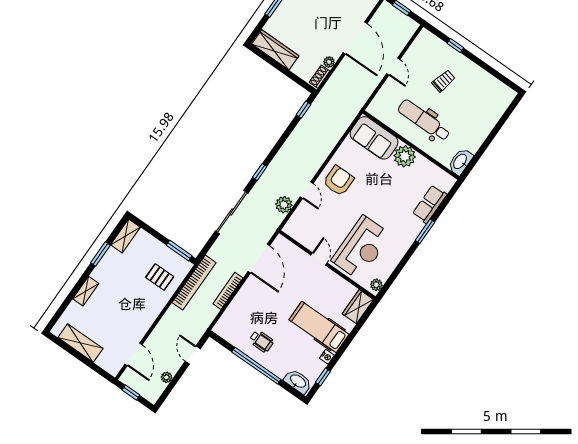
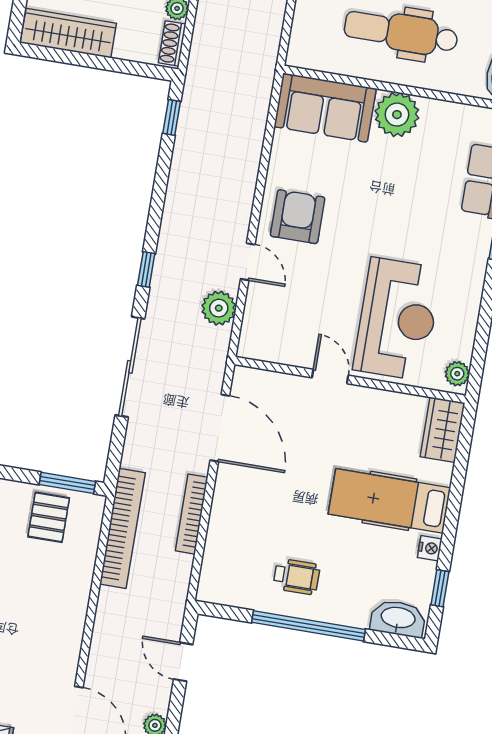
pallet: (160, 277) -> (49, 517), moved, turned 90

